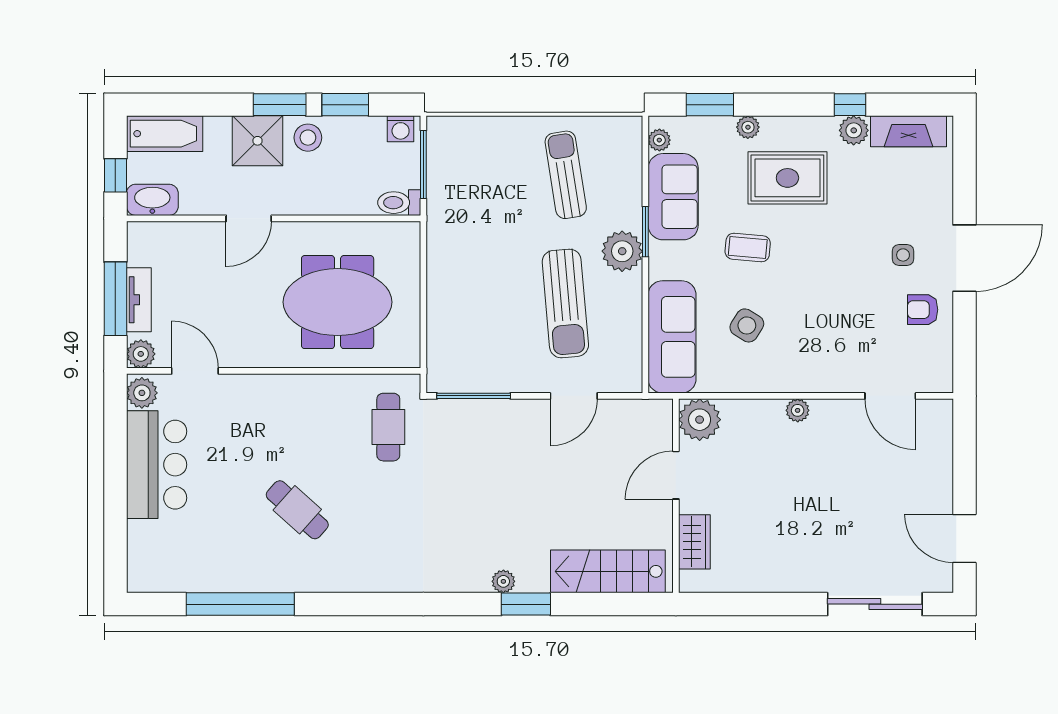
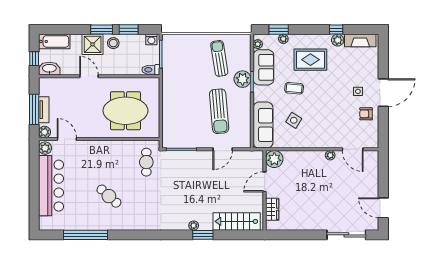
plant: (748, 127) -> (283, 39), moved
door: (249, 218) -> (89, 76), swing flipped
plant: (622, 251) -> (243, 79), moved
plant: (798, 410) -> (330, 155), moved
bar counter: (157, 465) -> (51, 186), width x1.36

